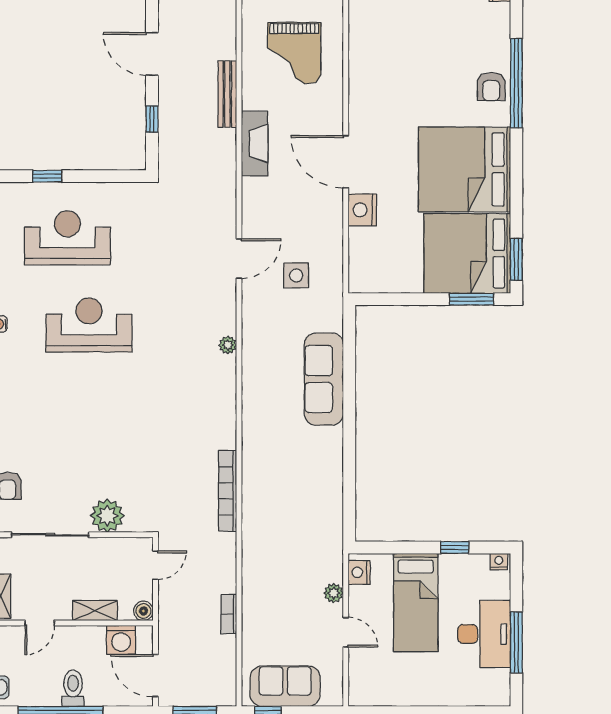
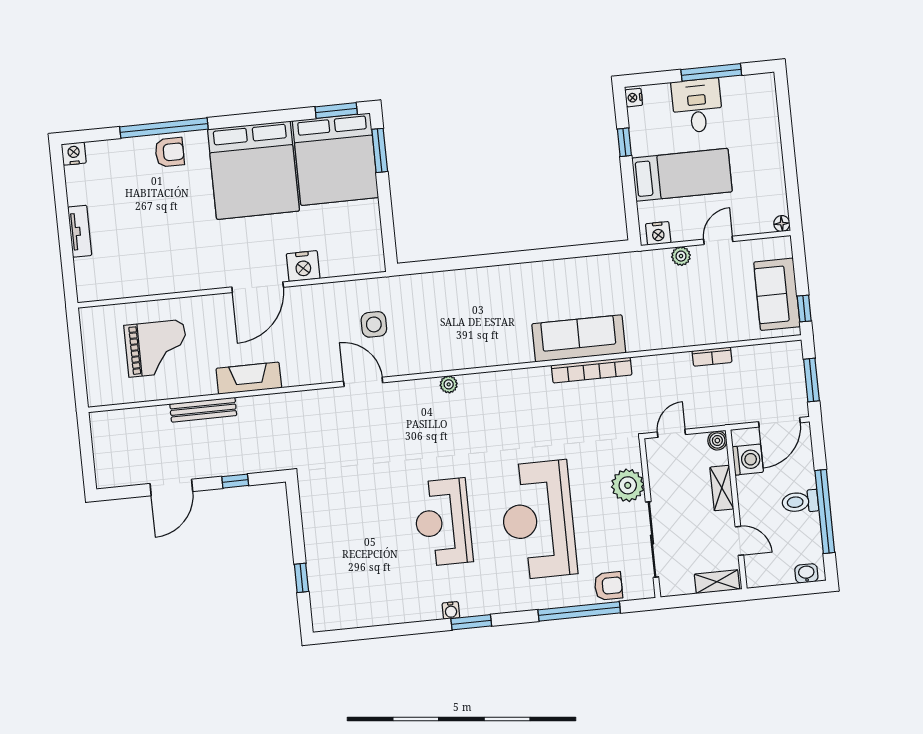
reception desk: (67, 238) -> (538, 520), moved, width x1.36, depth x1.30
sofa: (324, 379) -> (579, 338), moved, turned 180
door: (155, 565) -> (671, 433), hinge flipped
desk: (484, 634) -> (697, 106), width x0.73
floor lamp: (356, 698) -> (782, 224), added

